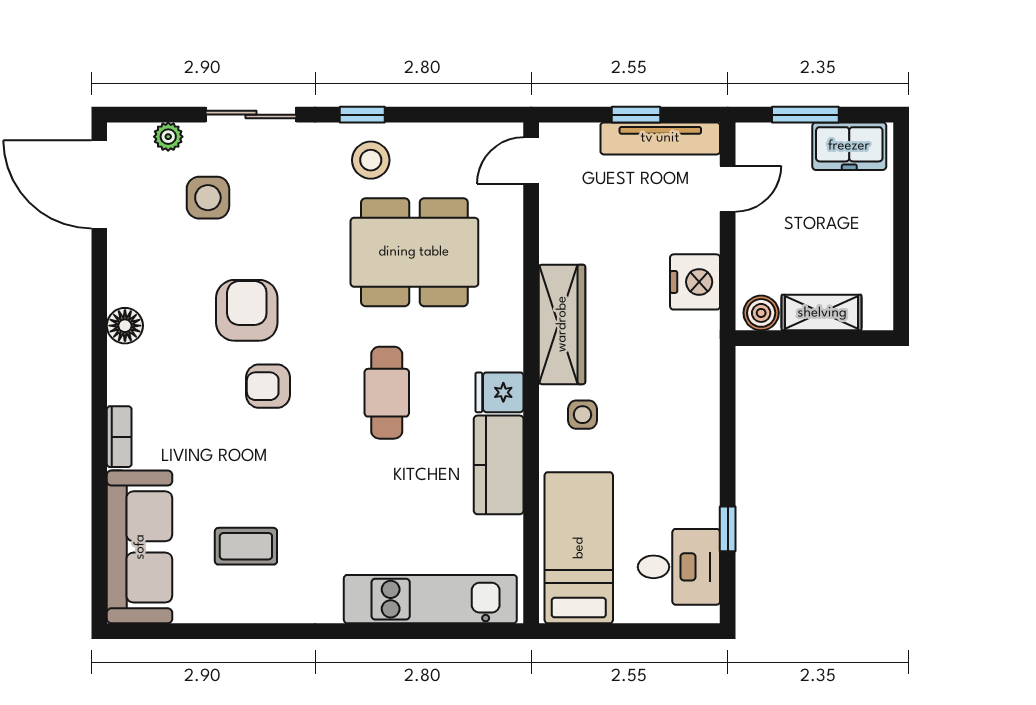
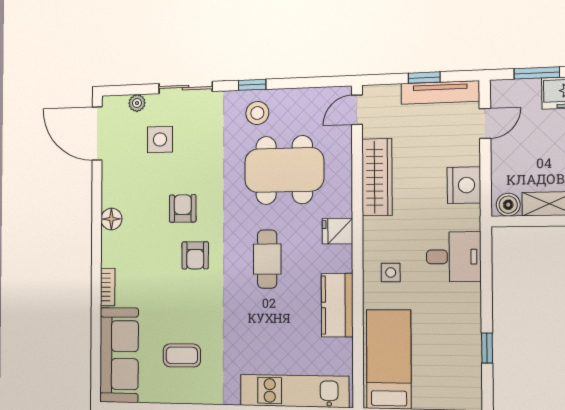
armchair: (247, 310) -> (183, 208), width x0.72, depth x0.72
wardrobe: (562, 324) -> (377, 177), moved
armchair: (268, 386) -> (195, 255), turned -90
fridge: (499, 392) -> (337, 231), moved
desk: (679, 567) -> (454, 257), moved

